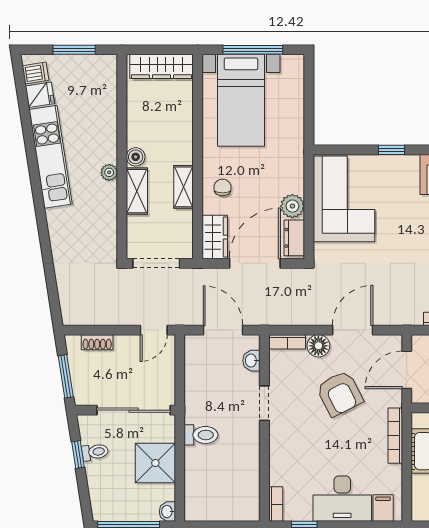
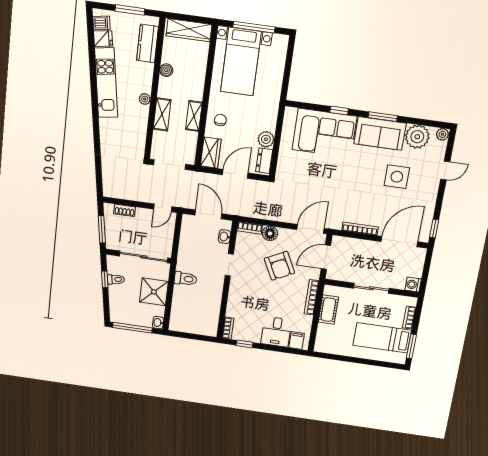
kitchen counter: (104, 93) -> (148, 44), added
boiler: (136, 157) -> (166, 70), moved
corner sofa: (344, 199) -> (324, 133), moved, turned 90
door: (255, 263) -> (235, 174), width x0.73
door: (353, 330) -> (311, 229), moved
desk: (342, 499) -> (276, 332), width x0.73

